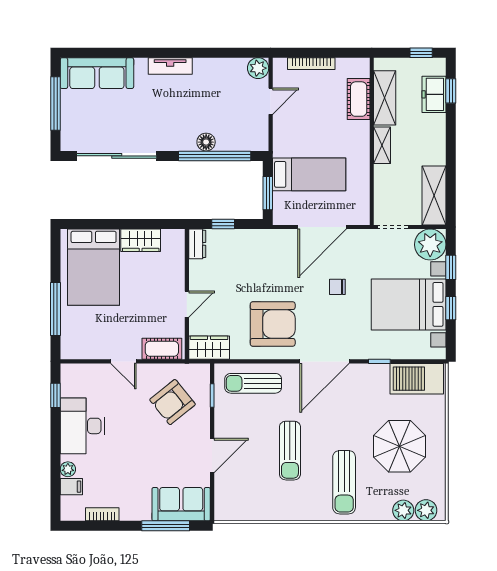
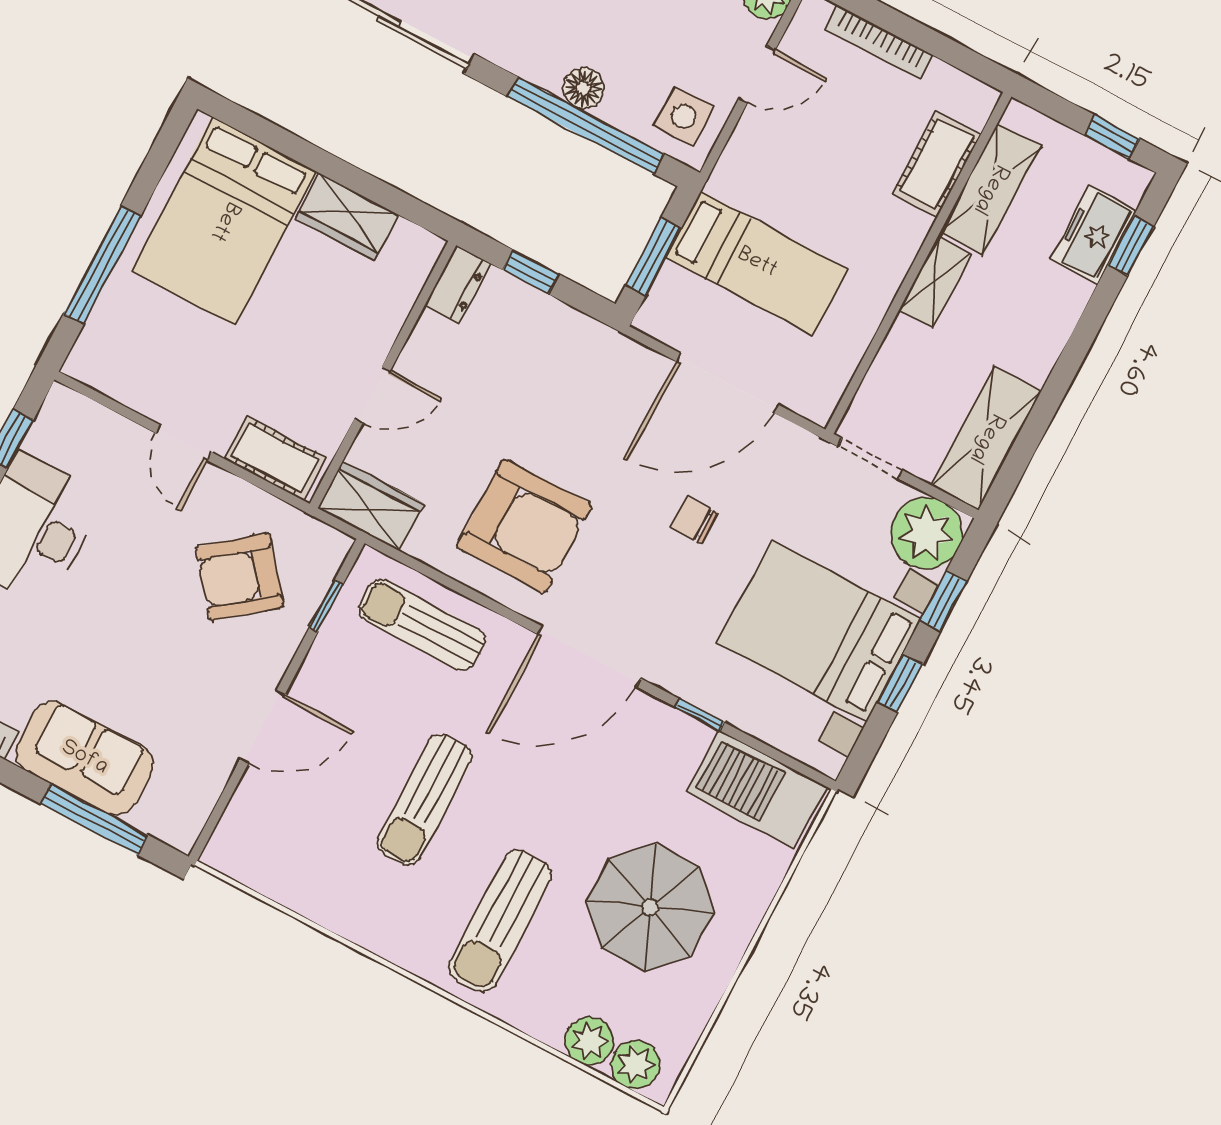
side table: (251, 132) -> (684, 116), added
sofa: (181, 504) -> (84, 758), moved

